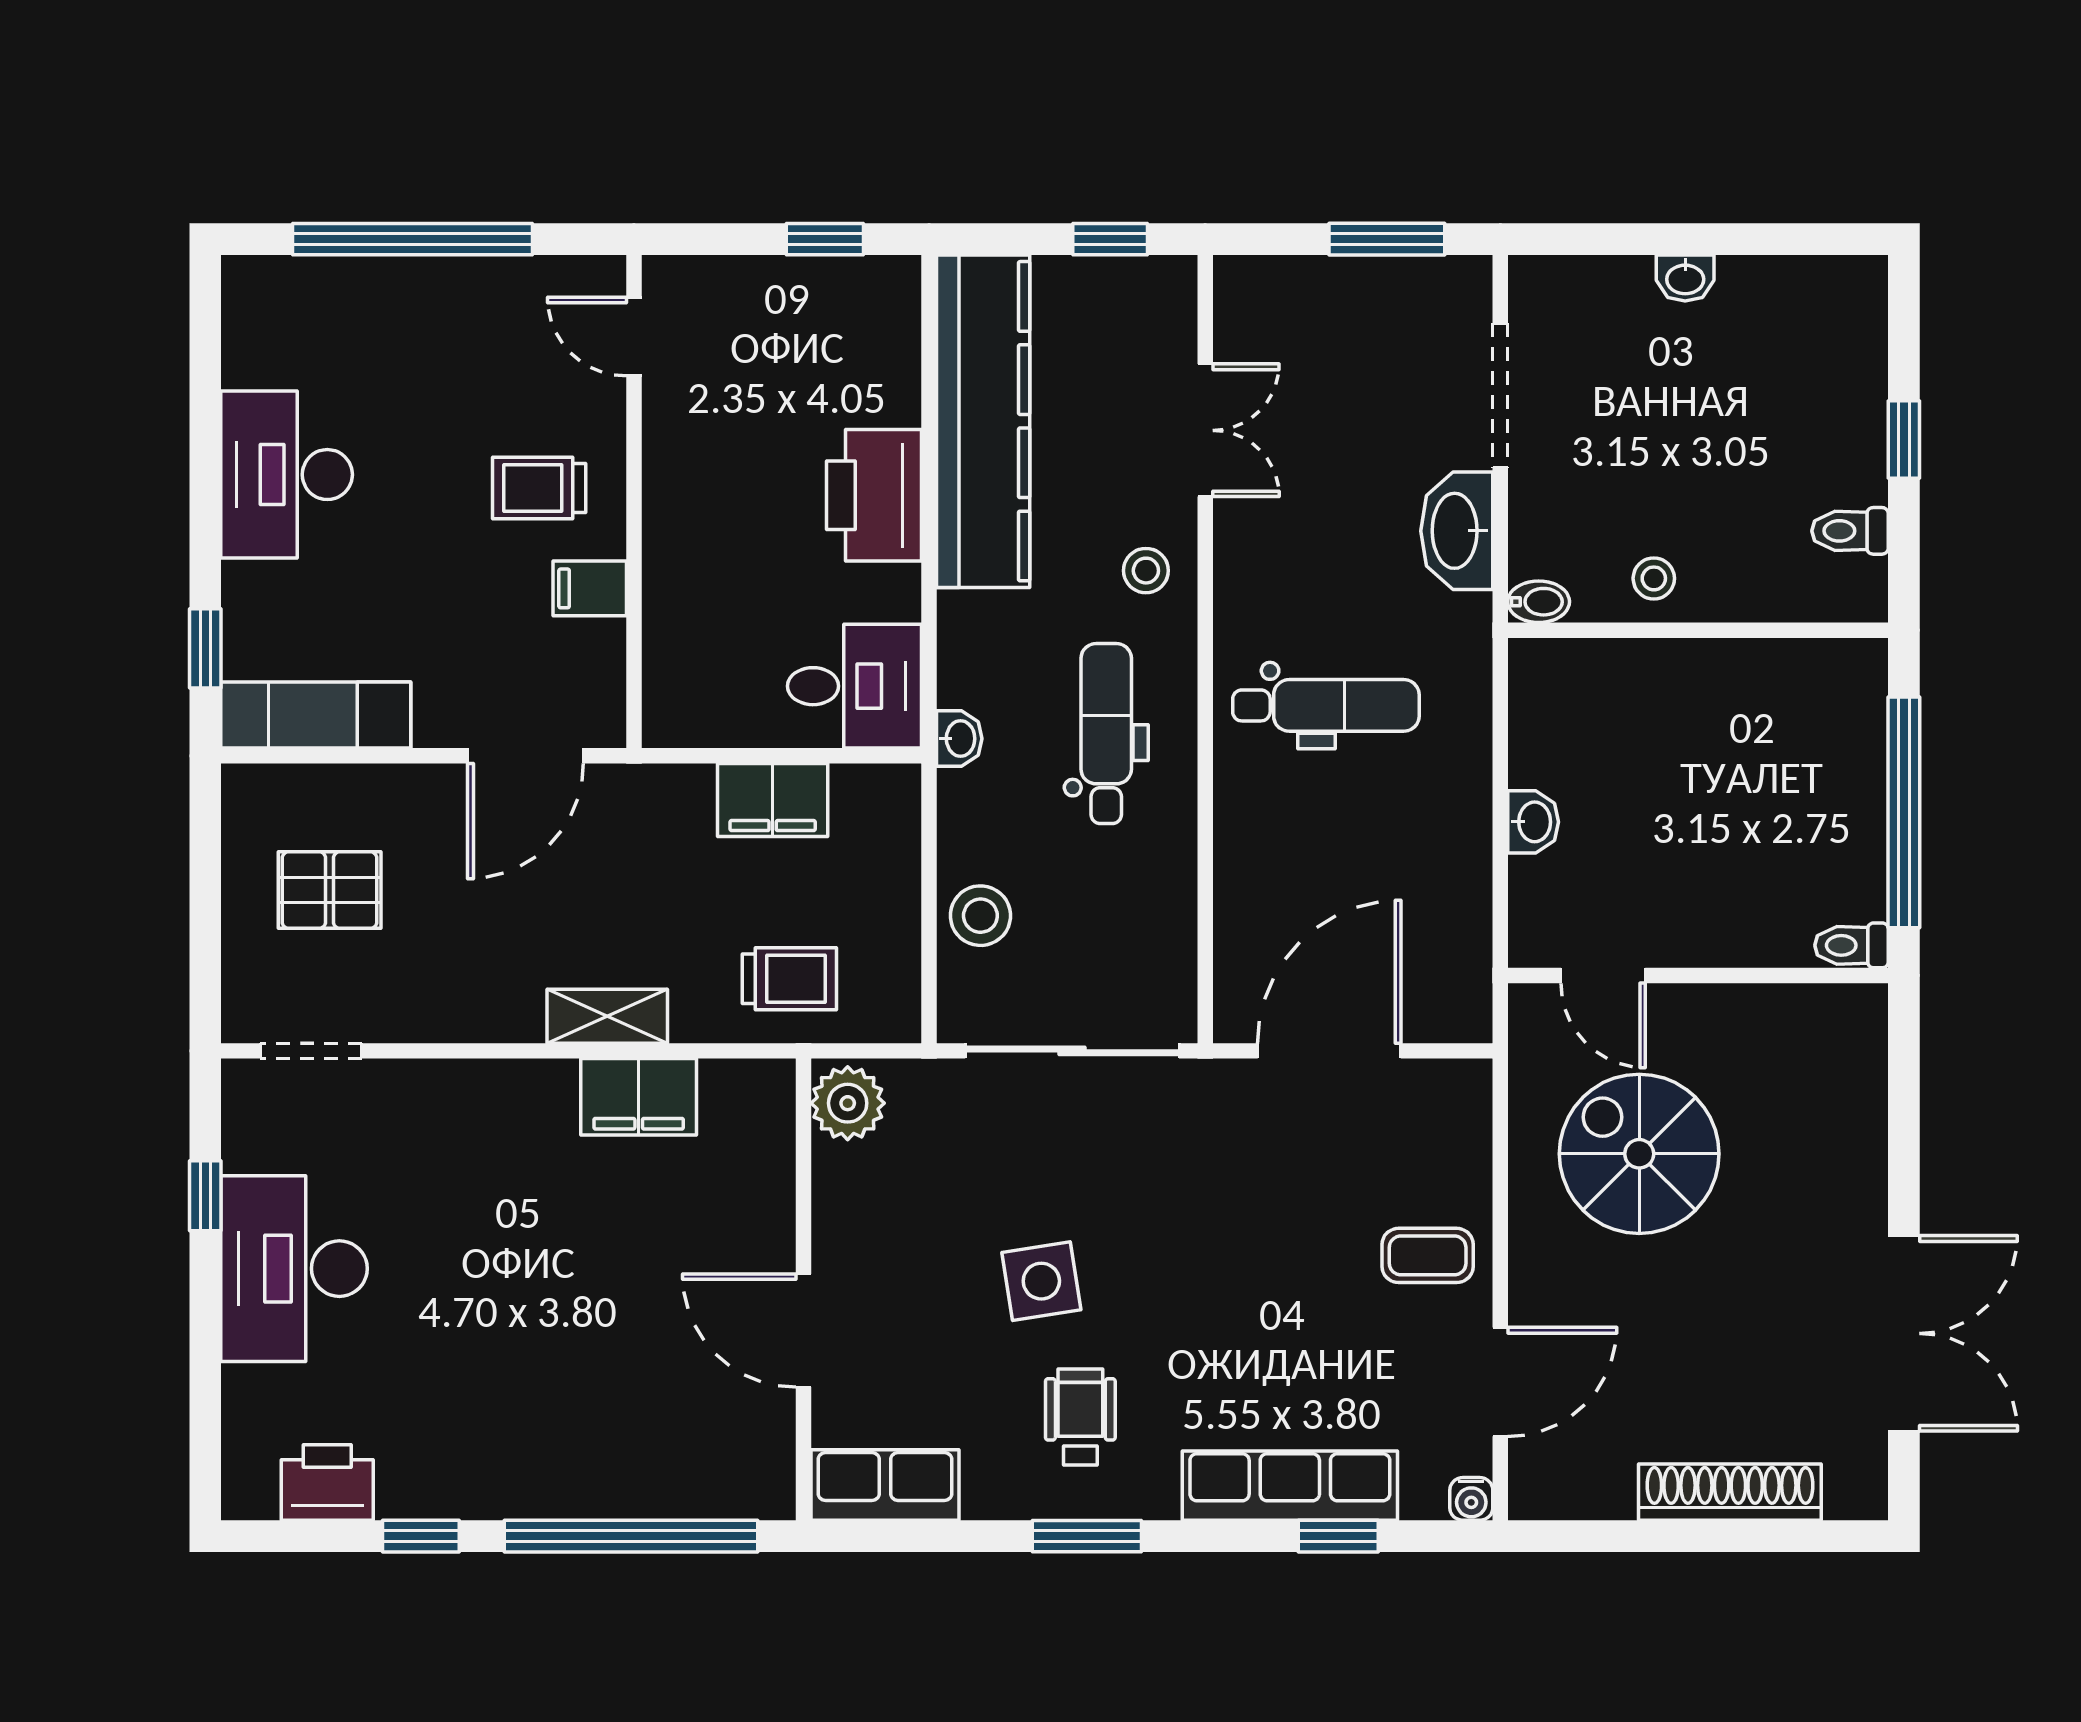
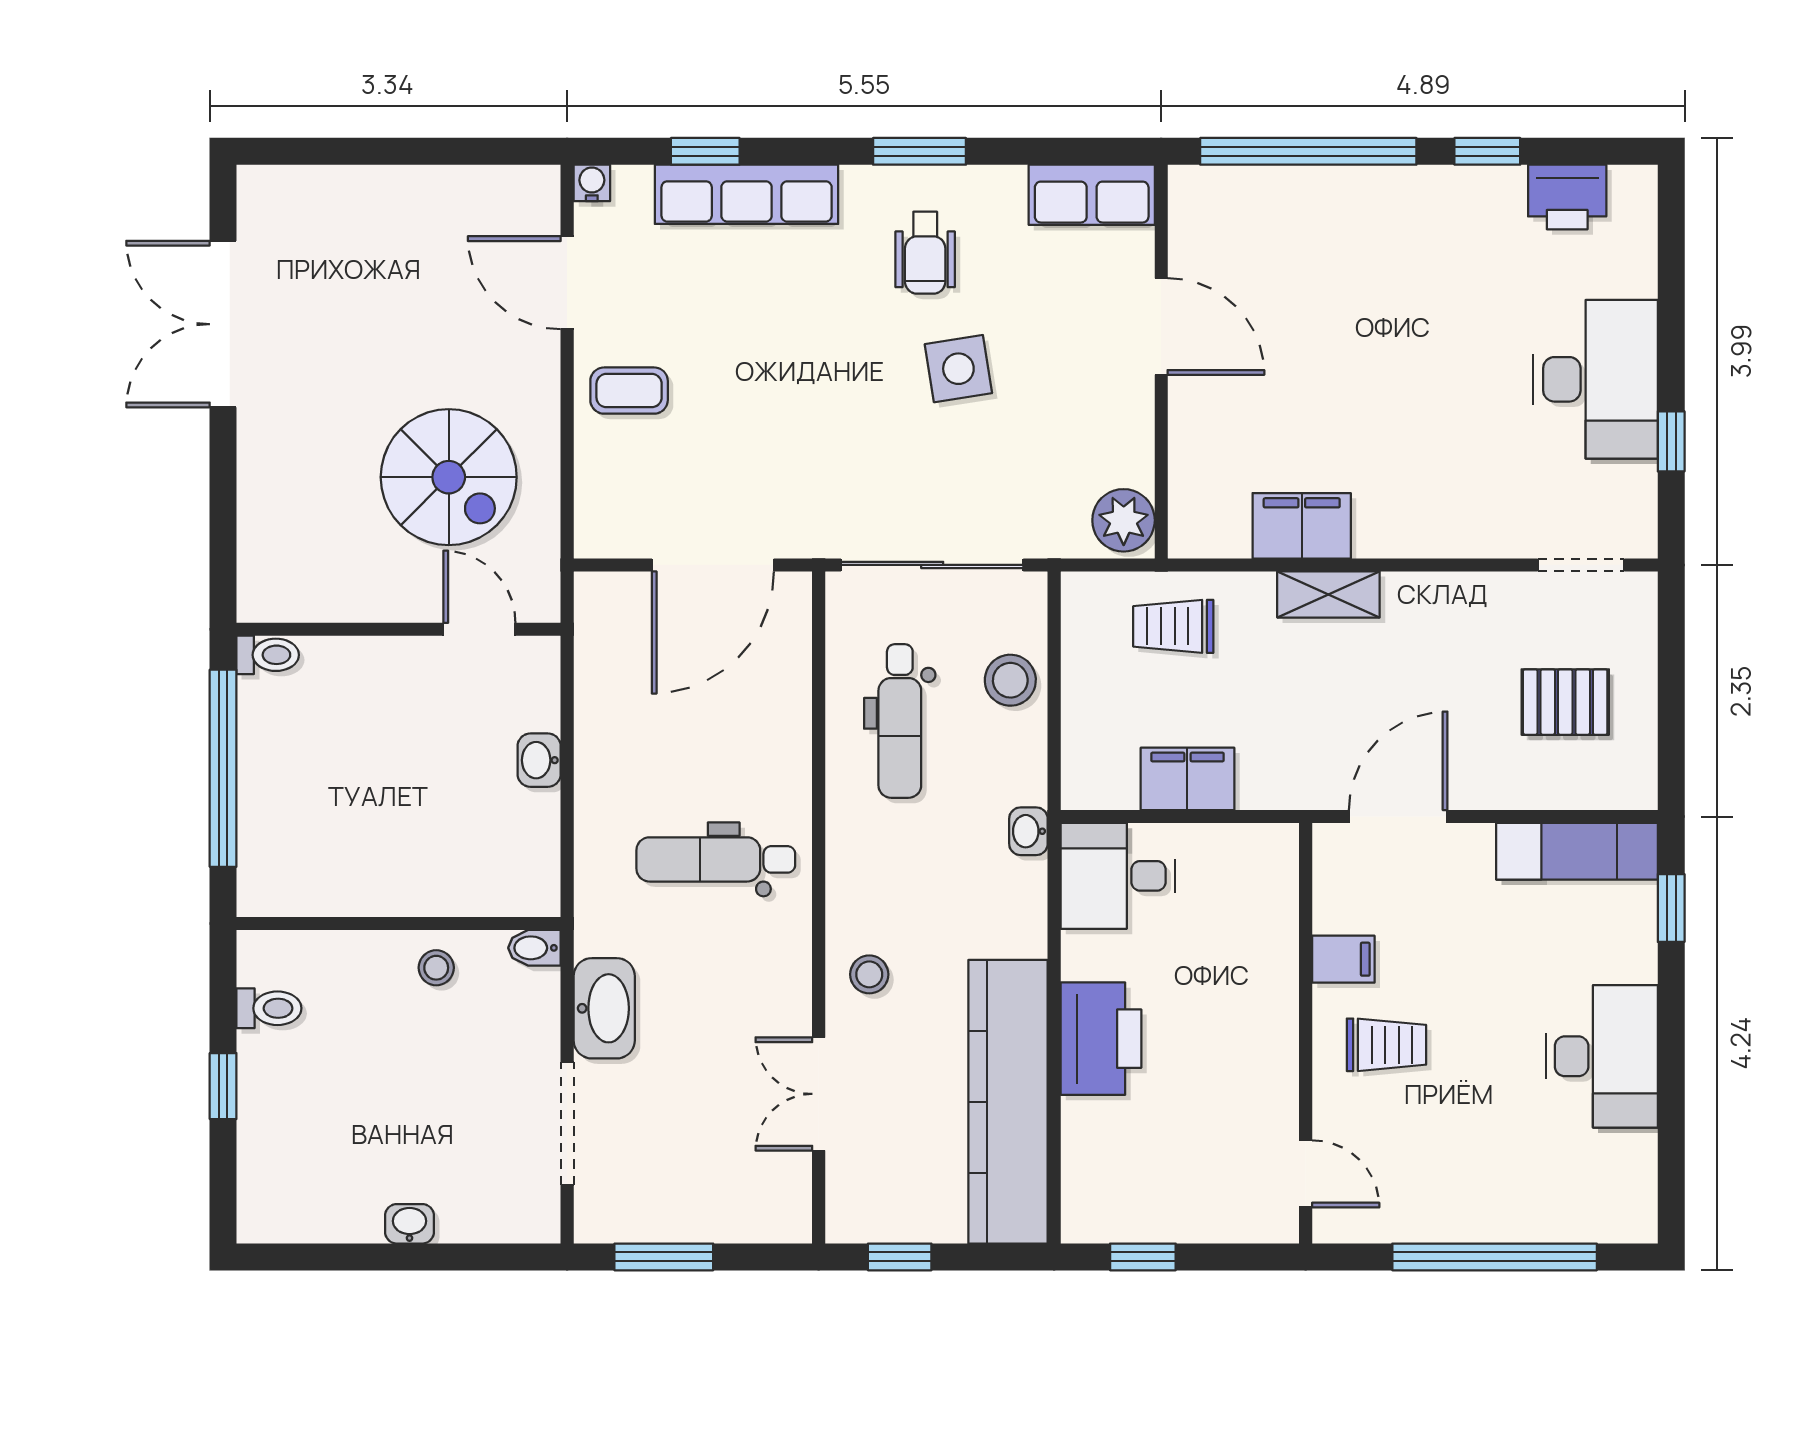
dental chair: (1106, 734) -> (900, 721), moved
door: (1500, 1382) -> (567, 283), hinge flipped
shoe rack: (1730, 1492) -> (371, 189), removed

